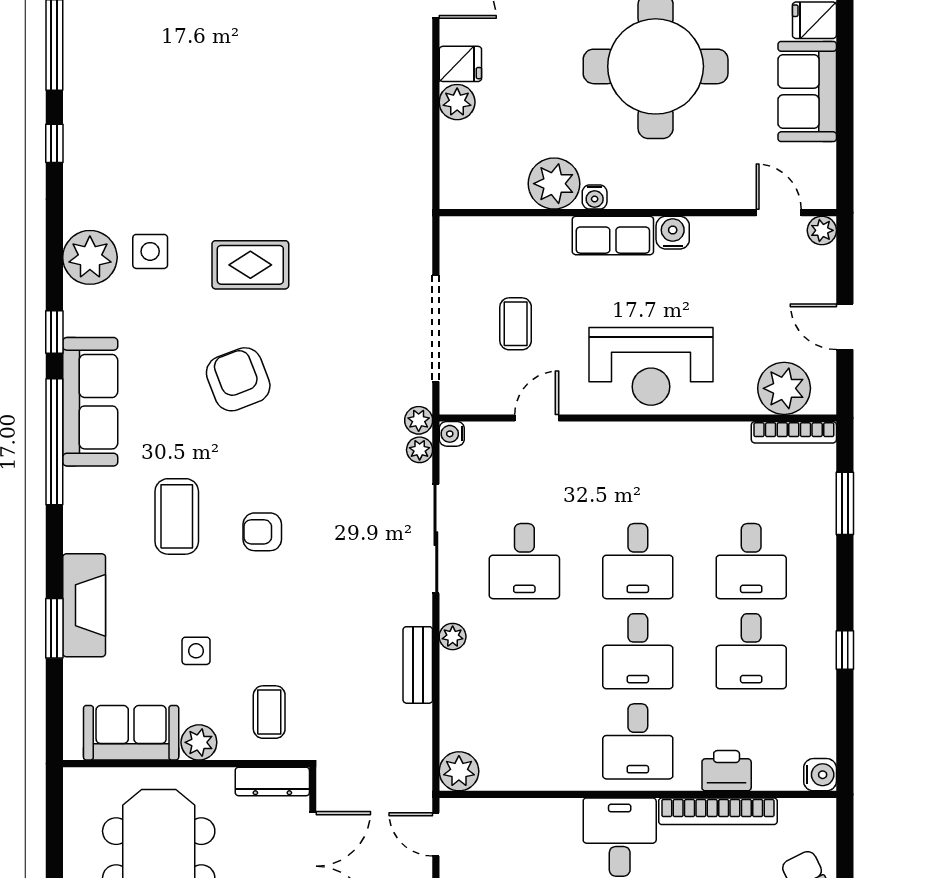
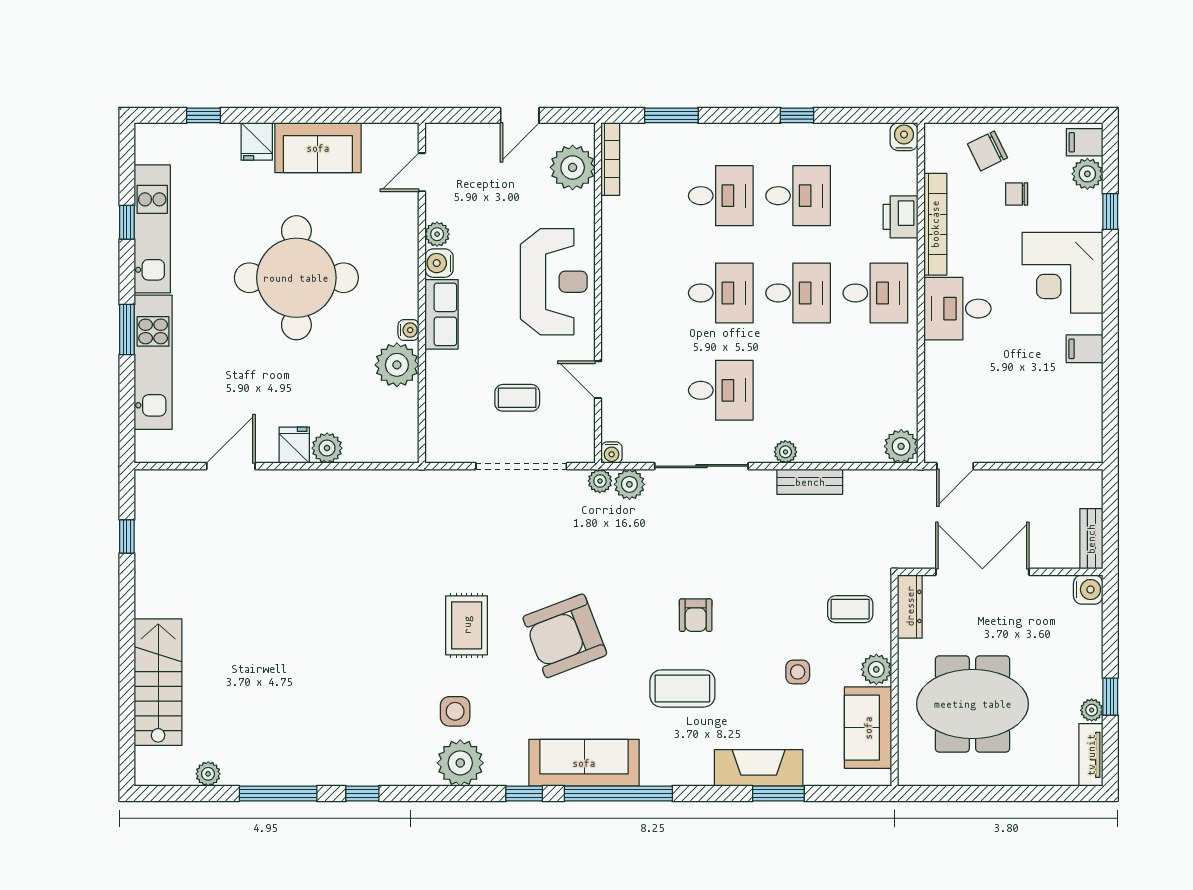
plant: (822, 230) -> (437, 234), moved
armchair: (238, 379) -> (565, 636), width x1.36, depth x1.36
plant: (420, 450) -> (629, 484), width x1.38, depth x1.38

